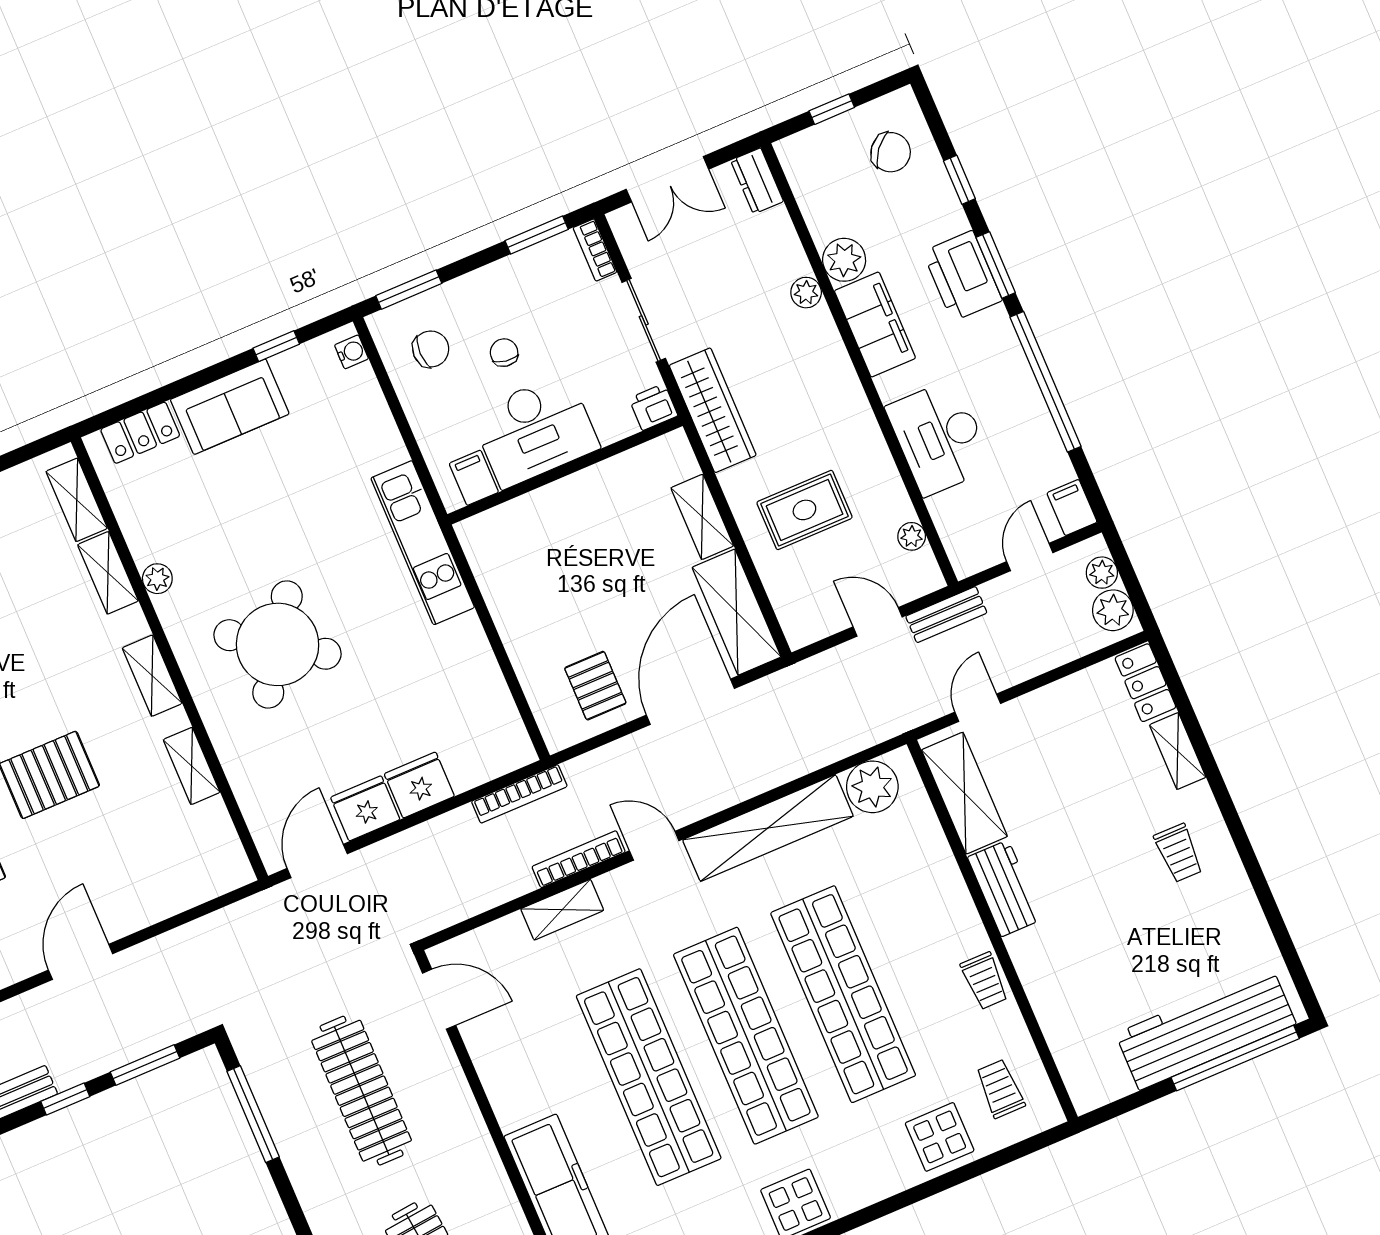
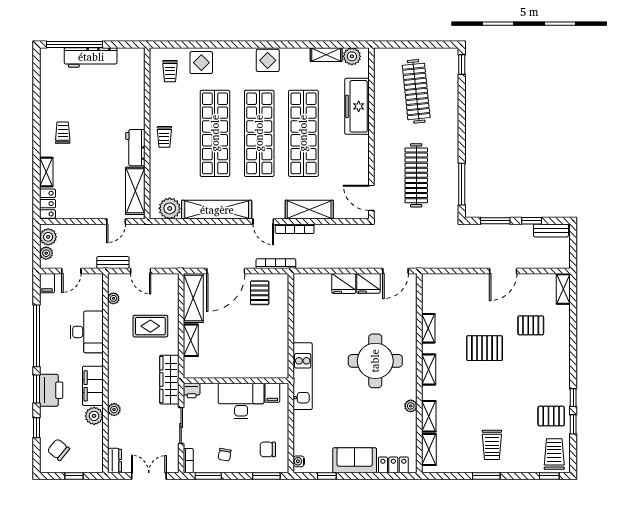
chair: (504, 353) -> (225, 455), moved
round table: (278, 644) -> (375, 361), turned -34
bookcase: (519, 794) -> (276, 264), moved
shelving: (562, 910) -> (309, 210), width x1.50, depth x1.33
trolley: (985, 981) -> (164, 137), moved, turned 180
workbench: (1206, 1029) -> (91, 57), width x0.73, depth x0.76

